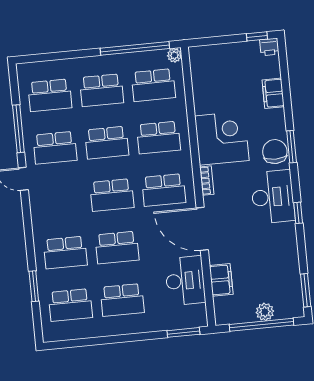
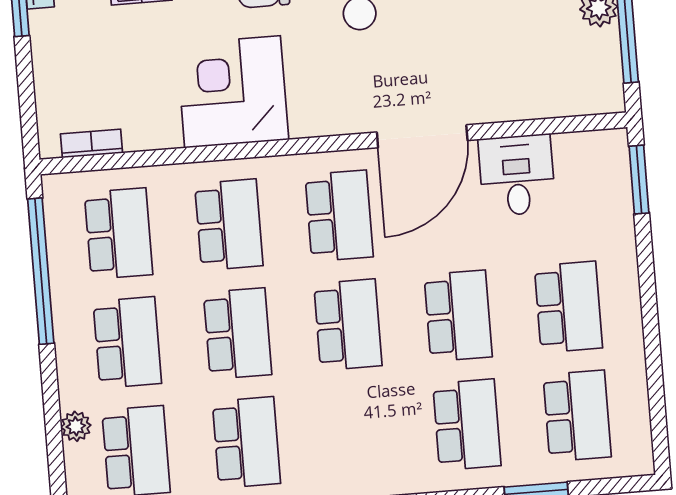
plant: (174, 55) -> (76, 426), moved
bookcase: (207, 181) -> (92, 143), moved
filing cabinet: (221, 280) -> (530, 98), removed
desk: (185, 281) -> (517, 175), width x0.73

